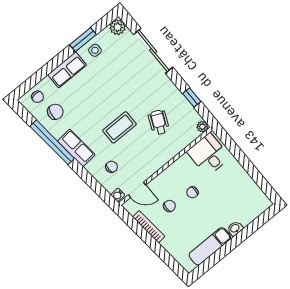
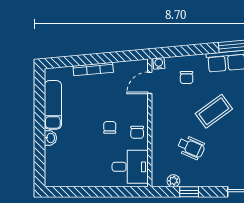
coffee table: (120, 127) -> (214, 111), turned 54
plant: (202, 127) -> (173, 181), moved
chair: (169, 206) -> (137, 132), moved
bookcase: (149, 227) -> (93, 69), moved

